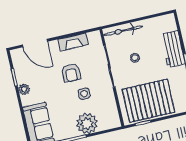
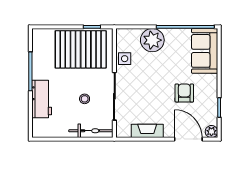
armchair: (71, 73) -> (184, 93), moved
plant: (24, 89) -> (211, 132), moved
side table: (84, 94) -> (125, 59), moved

